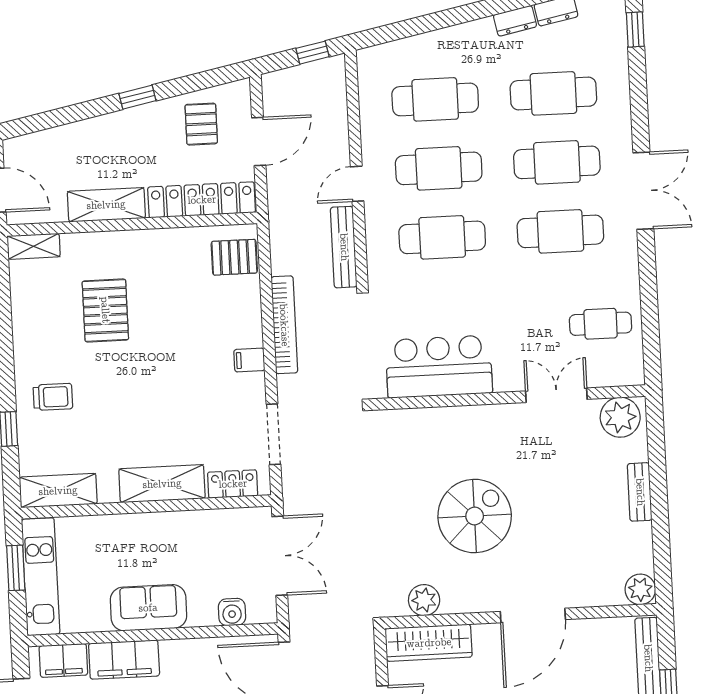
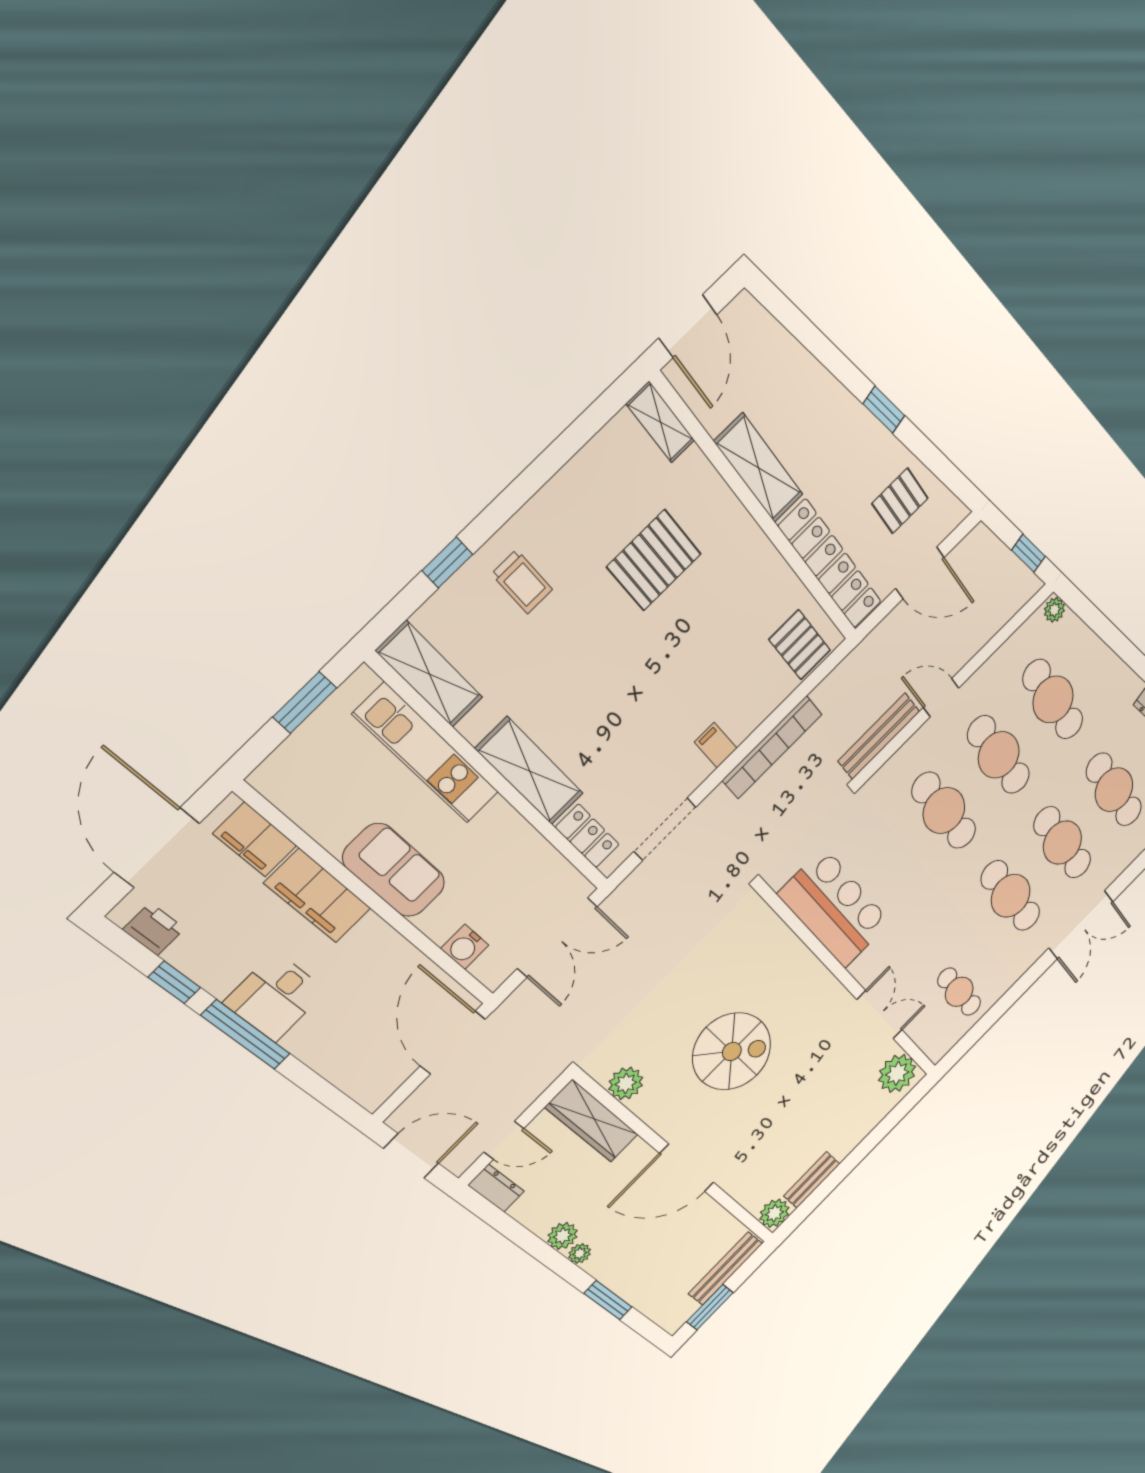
plant: (369, 57) -> (1054, 610), added
bench: (640, 492) -> (812, 1180), moved
kitchen unit: (41, 577) -> (427, 754), moved, turned 90

